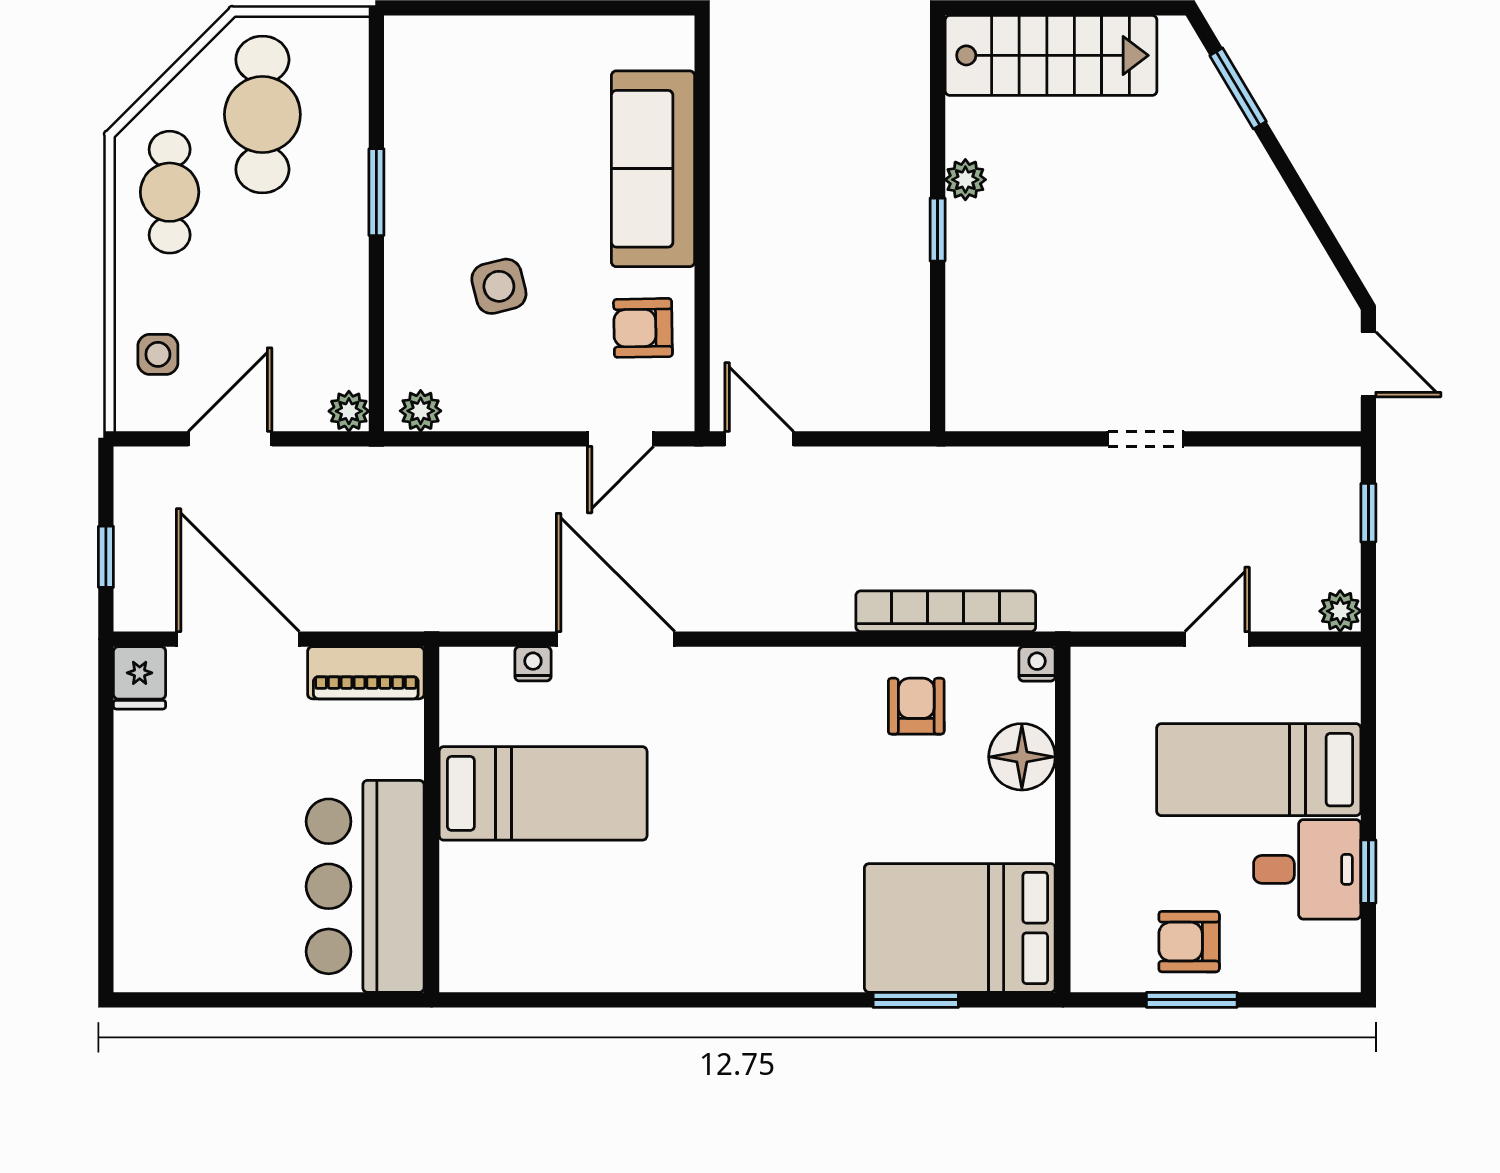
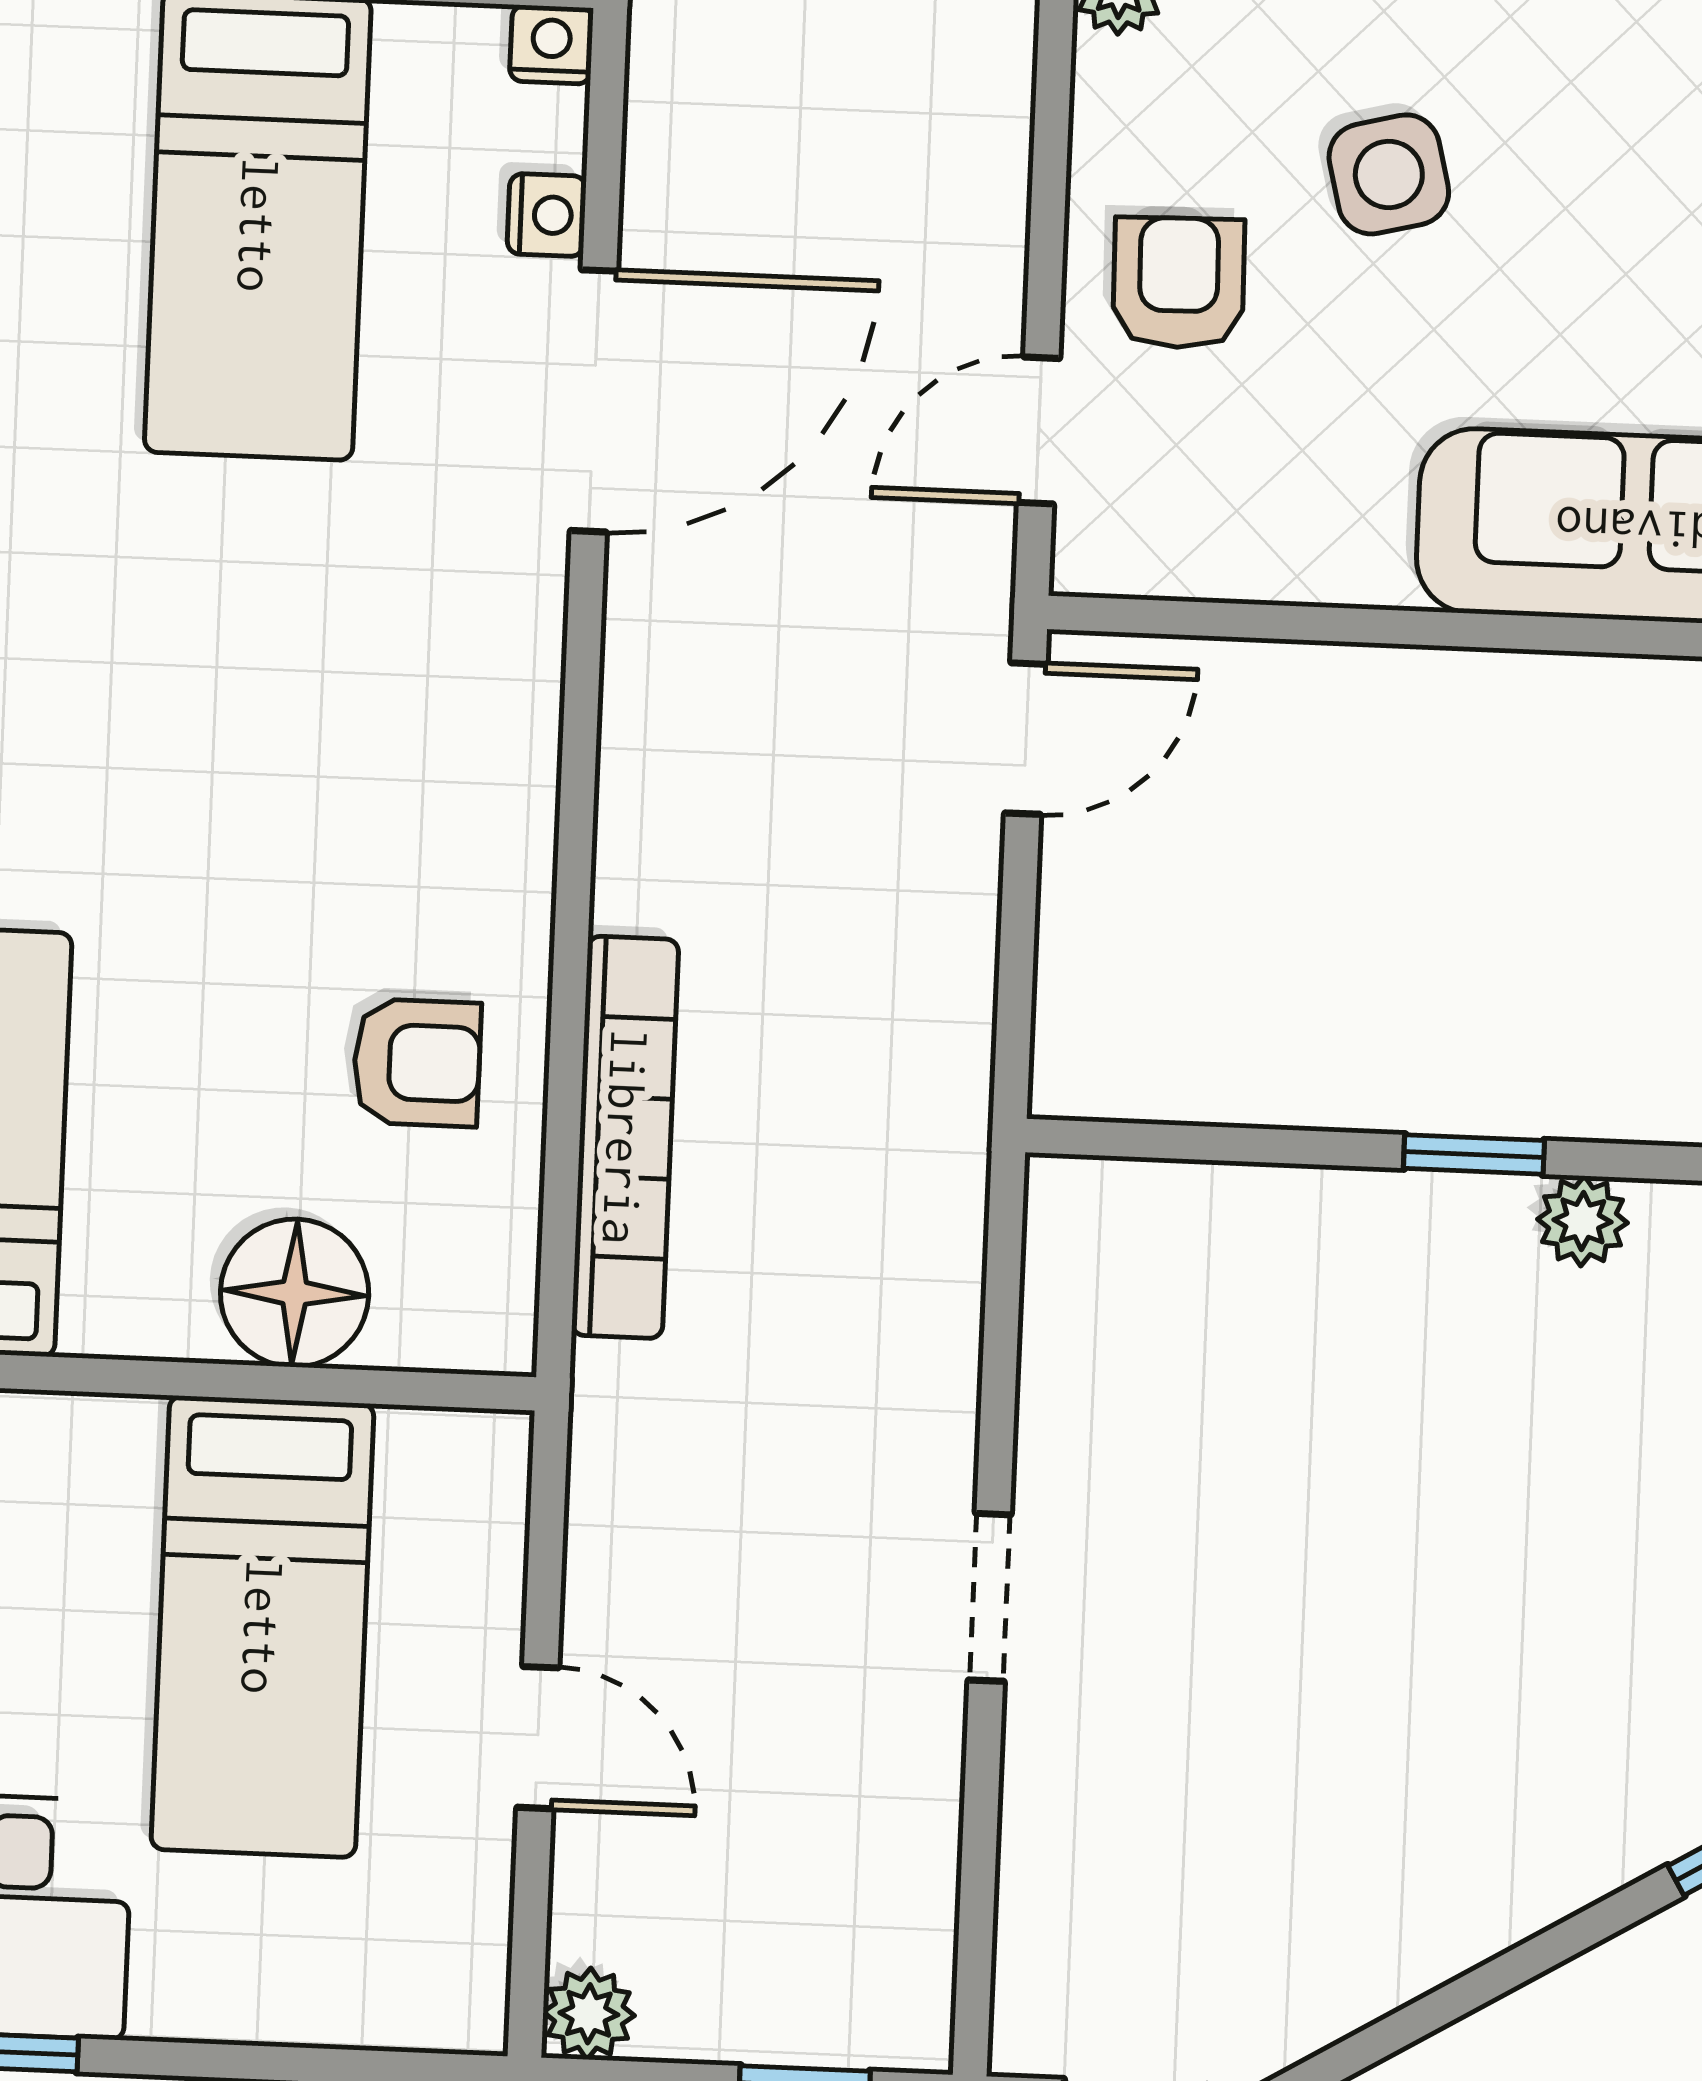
armchair: (643, 328) -> (1179, 283), moved
door: (621, 439) -> (1039, 430), hinge flipped
nightstand: (1037, 664) -> (551, 44), moved, turned -90
bed: (1259, 770) -> (262, 1627), moved, turned 180

